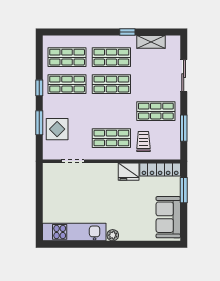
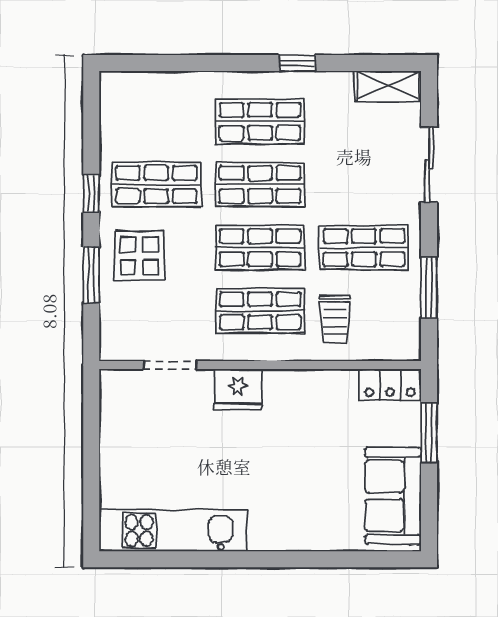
shelving: (151, 42) -> (388, 86), moved
shop shelf: (67, 57) -> (260, 248), moved
display table: (57, 129) -> (139, 256), moved
trolley: (143, 141) -> (335, 319), turned 180
locker: (160, 170) -> (390, 384), width x0.66
fridge: (129, 172) -> (238, 389), moved
plant: (113, 235) -> (263, 538), removed

